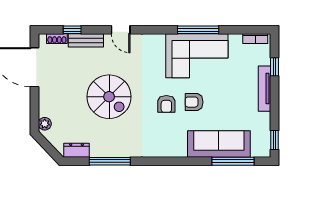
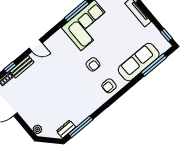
spiral stairs: (109, 97) -> (59, 86), removed
armchair: (194, 102) -> (109, 86), moved
window: (110, 161) -> (81, 127), moved

